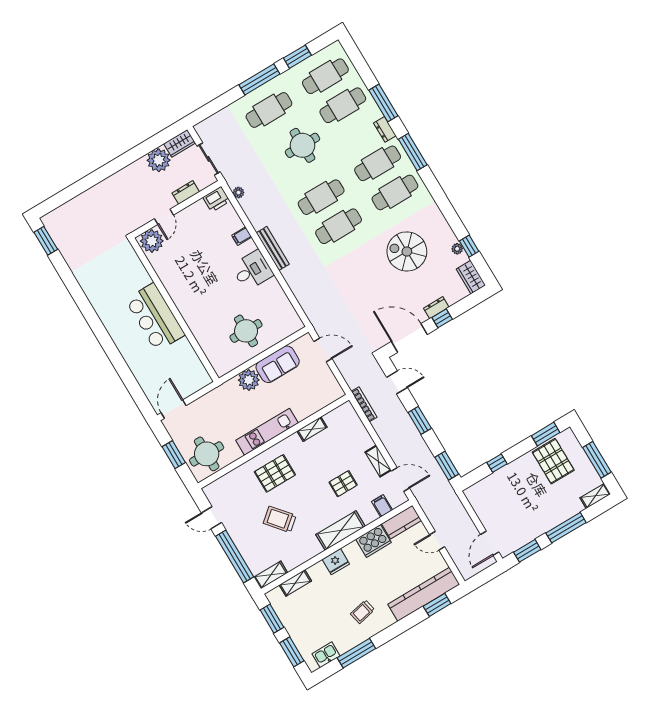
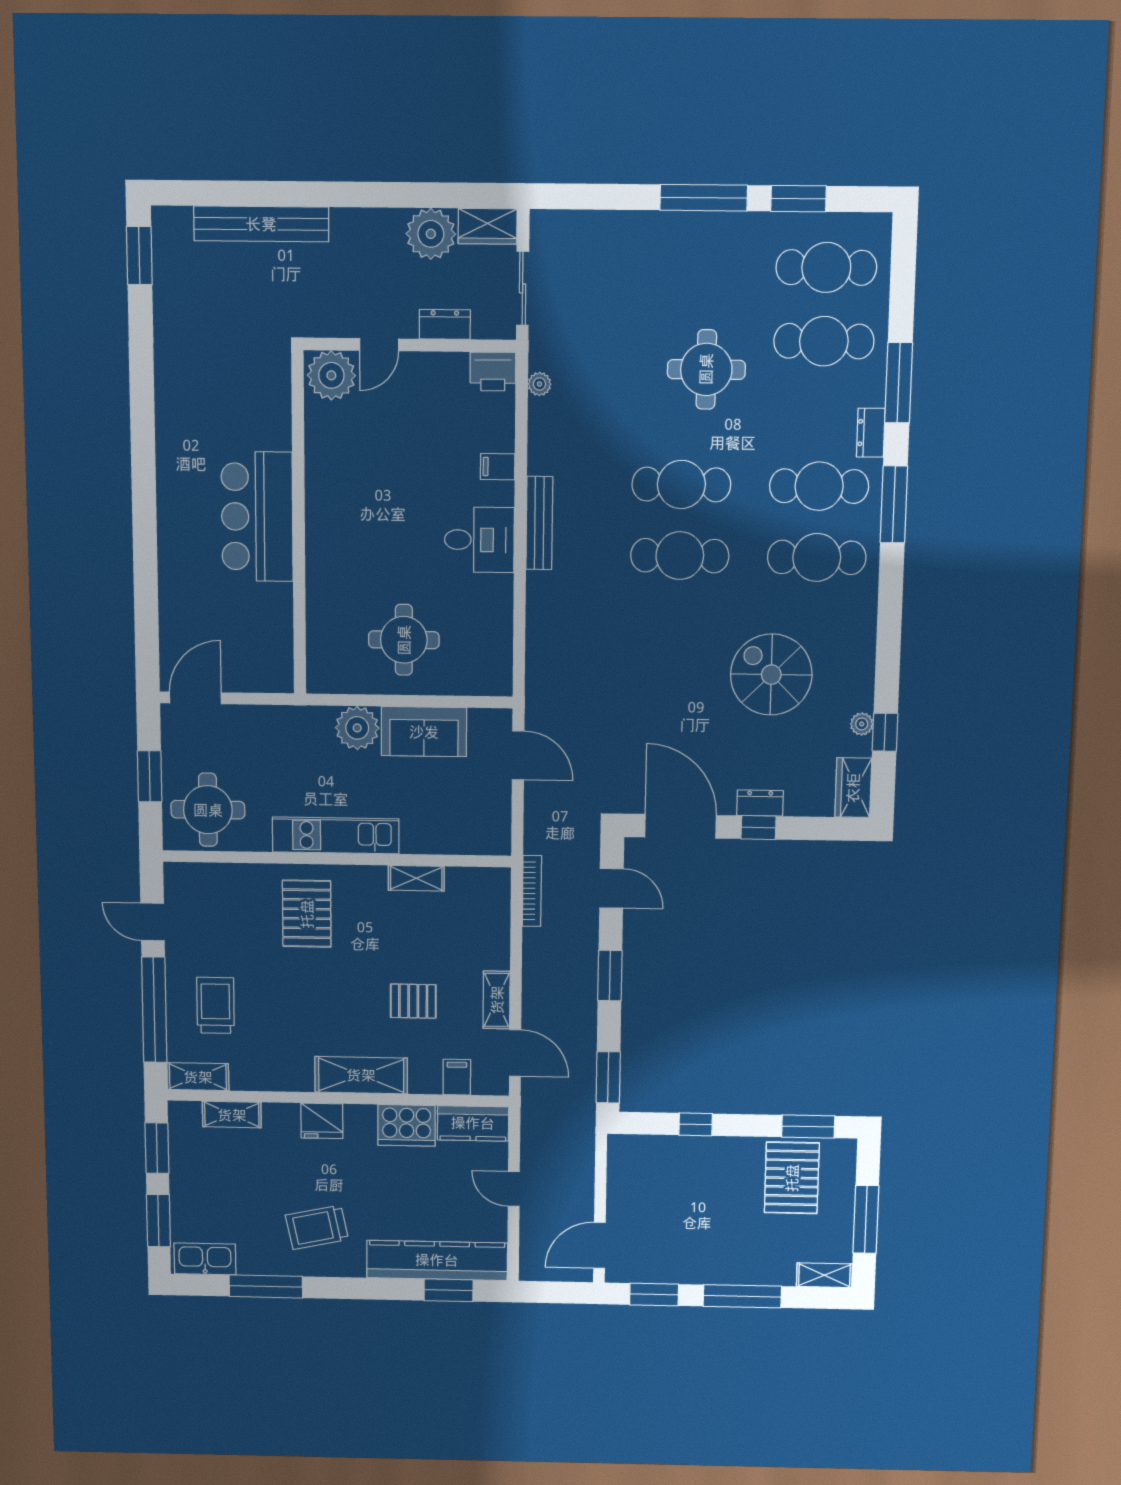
cafe table: (269, 110) -> (686, 266), removed
bench: (88, 198) -> (261, 224), added
pallet: (275, 473) -> (307, 914), turned 90
trolley: (280, 519) -> (215, 1005), moved, turned 40
trolley: (362, 612) -> (317, 1227), width x1.36, depth x1.39
kitchen sink: (326, 655) -> (205, 1259), width x1.38

